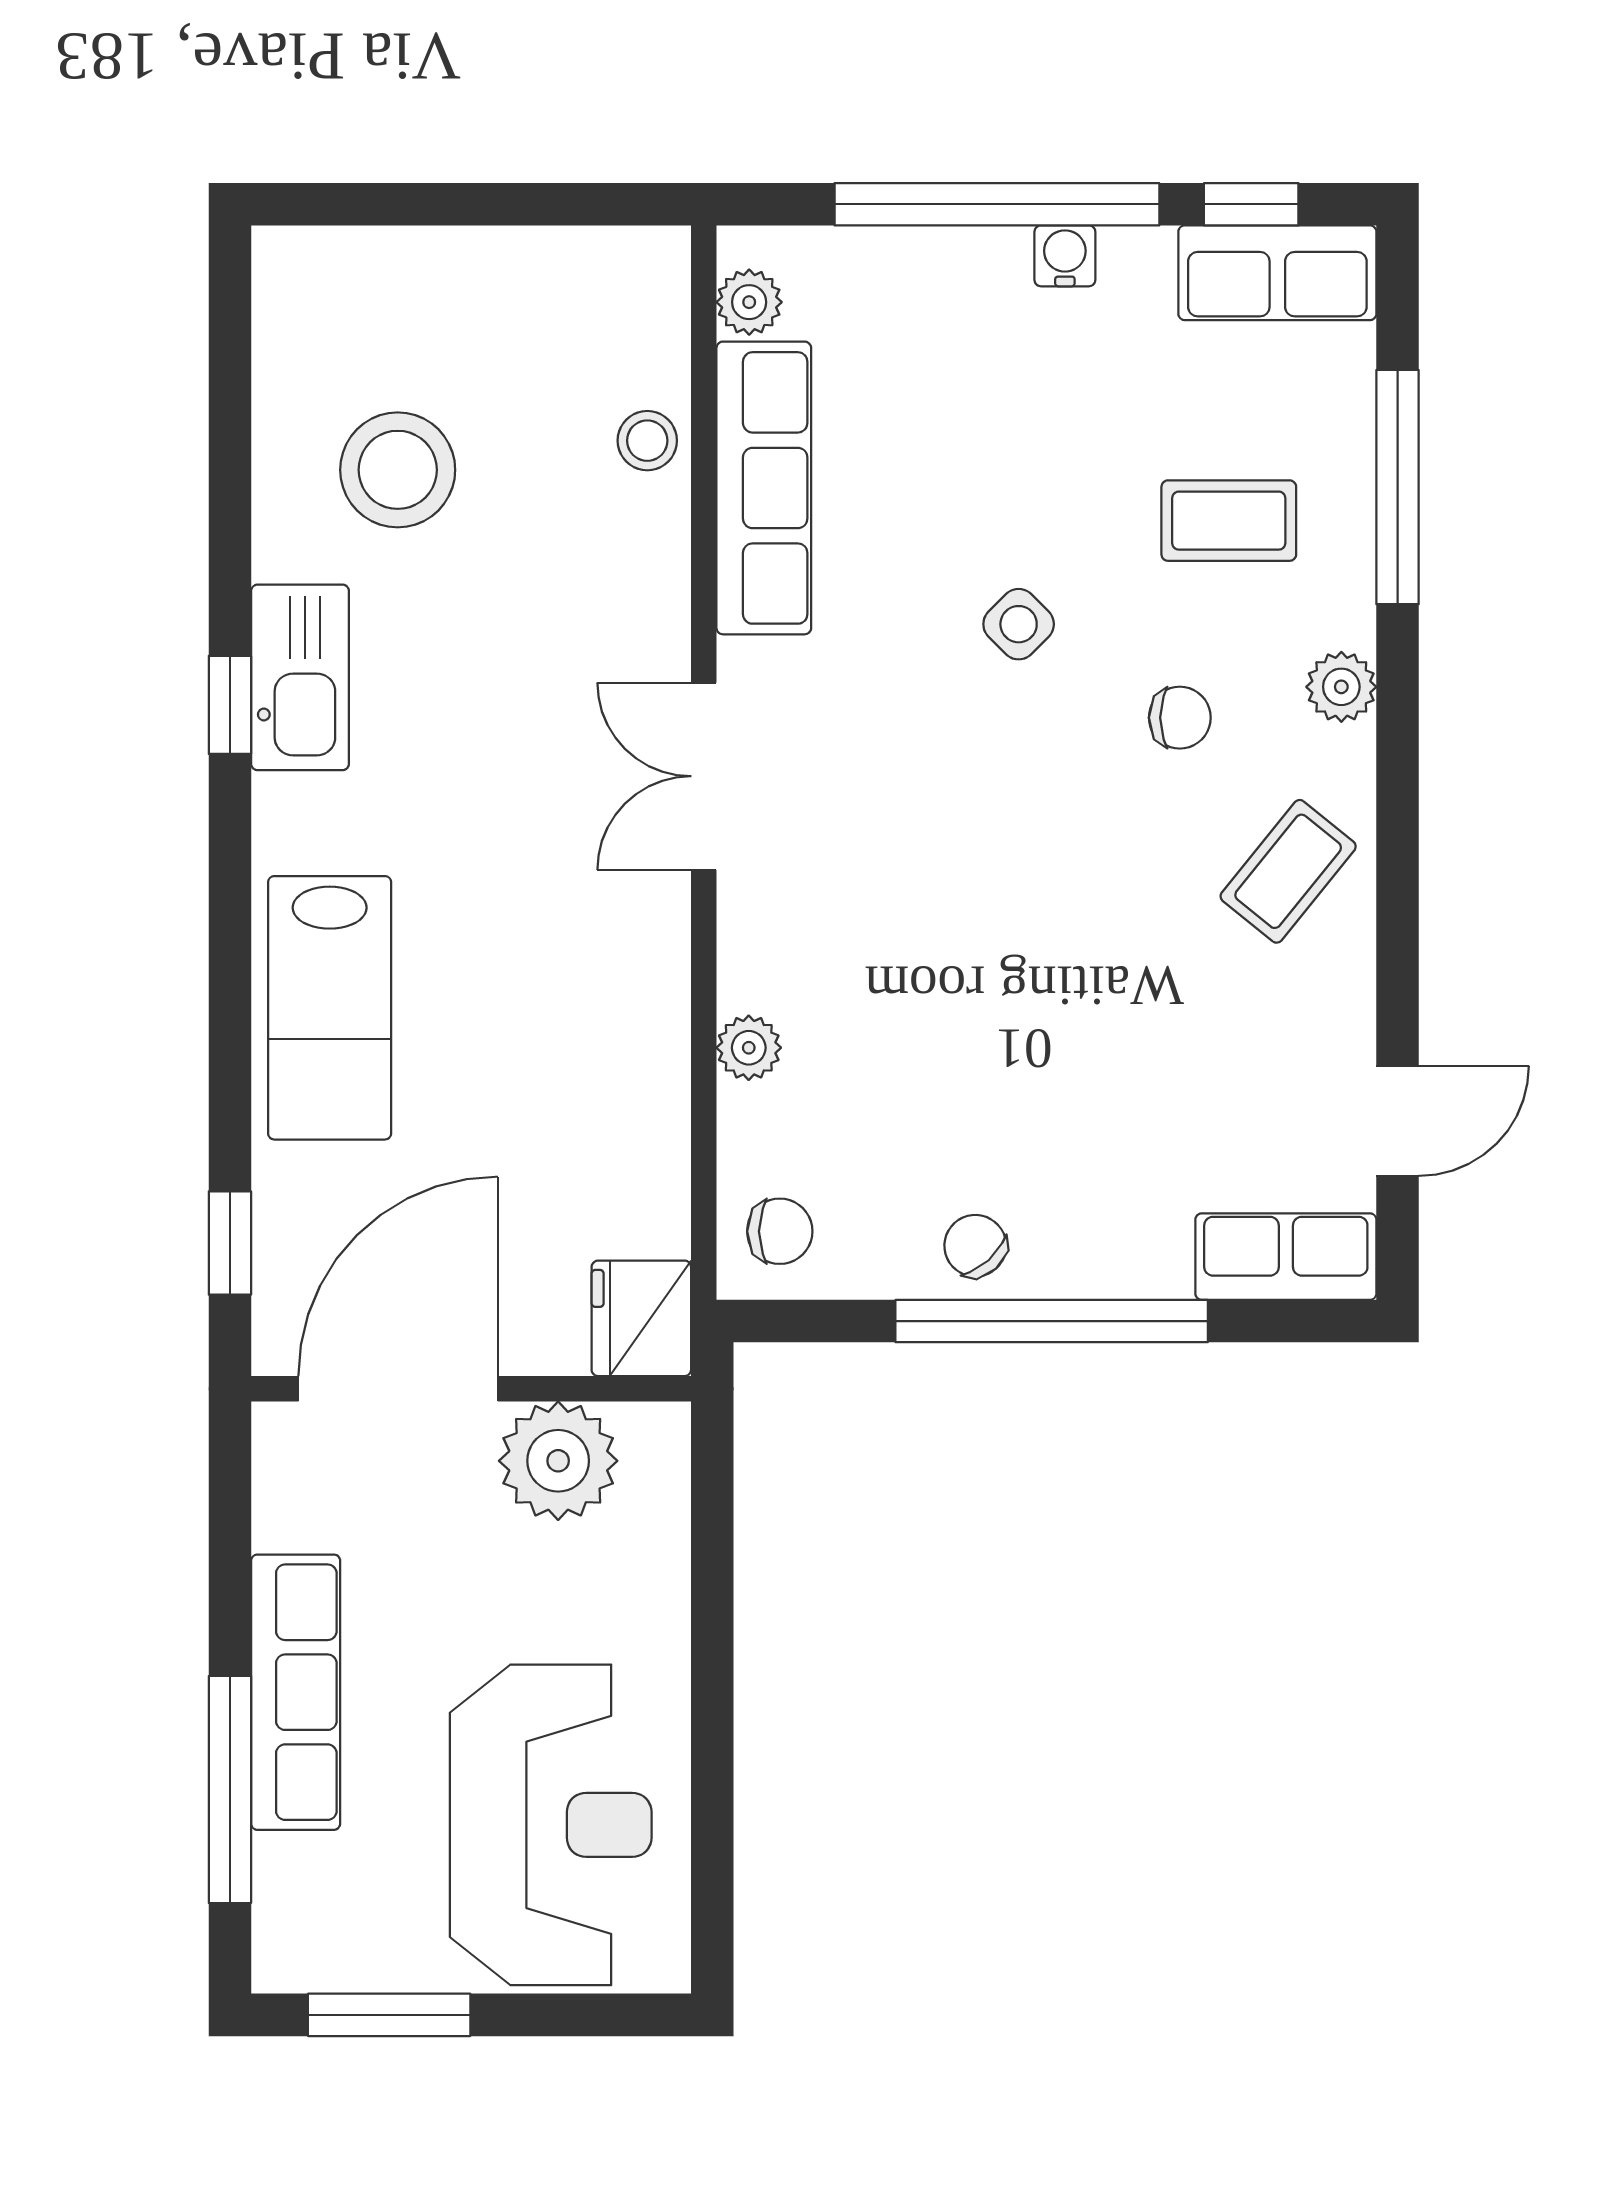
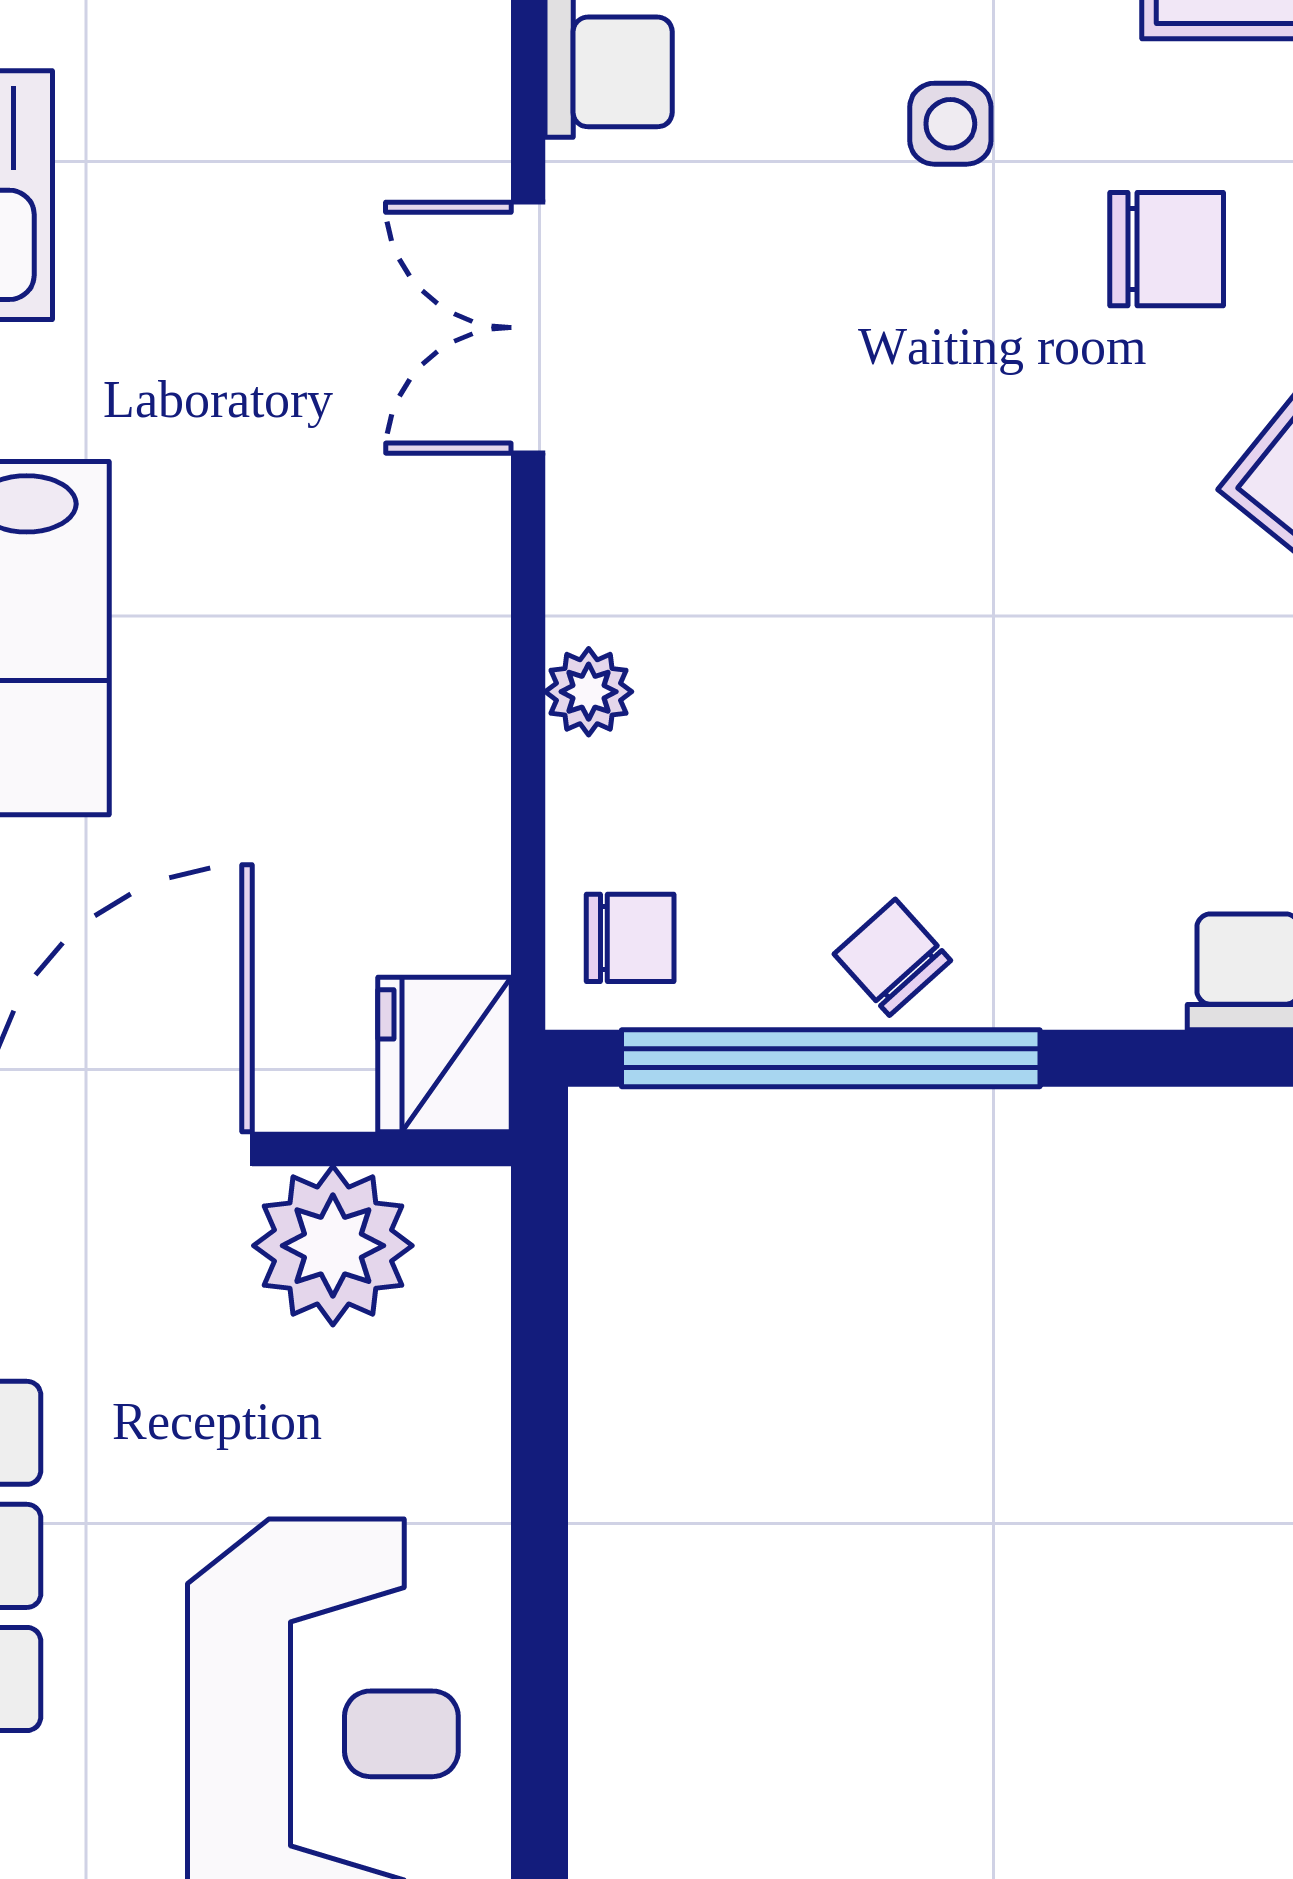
side table: (1019, 624) -> (950, 124), turned 45
chair: (1180, 718) -> (1167, 249), width x1.37, depth x1.37
window: (1052, 1321) -> (831, 1058), moved

